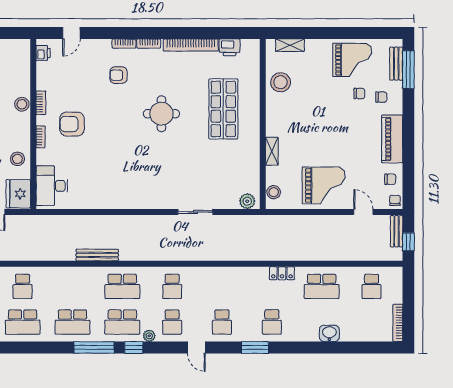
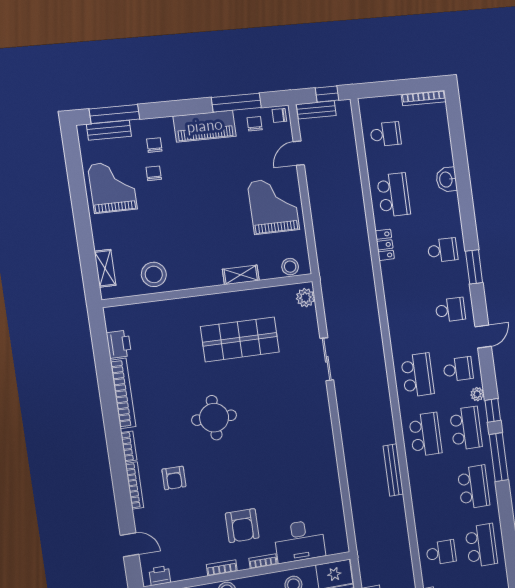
bookcase: (124, 43) -> (134, 486), width x1.56
shop shelf: (223, 109) -> (240, 339), moved
window: (408, 167) -> (236, 103), added
desk: (52, 186) -> (300, 541), moved
school desk: (172, 286) -> (417, 375), width x1.85

